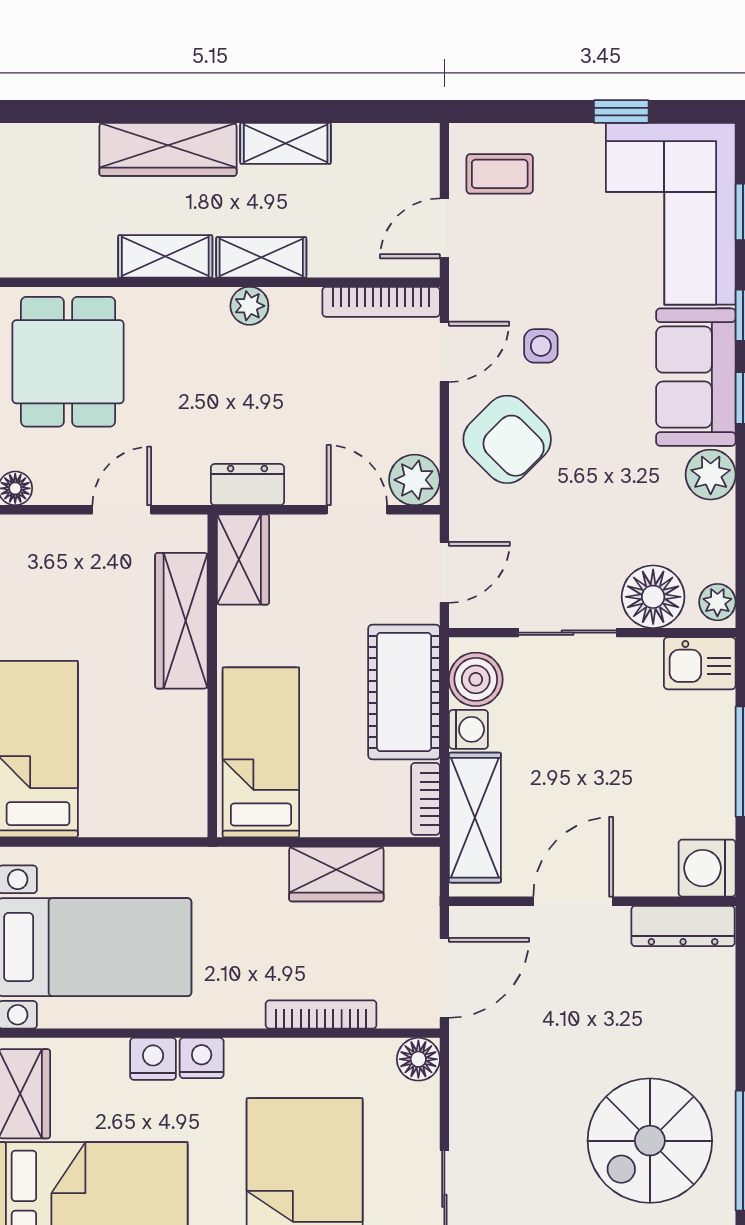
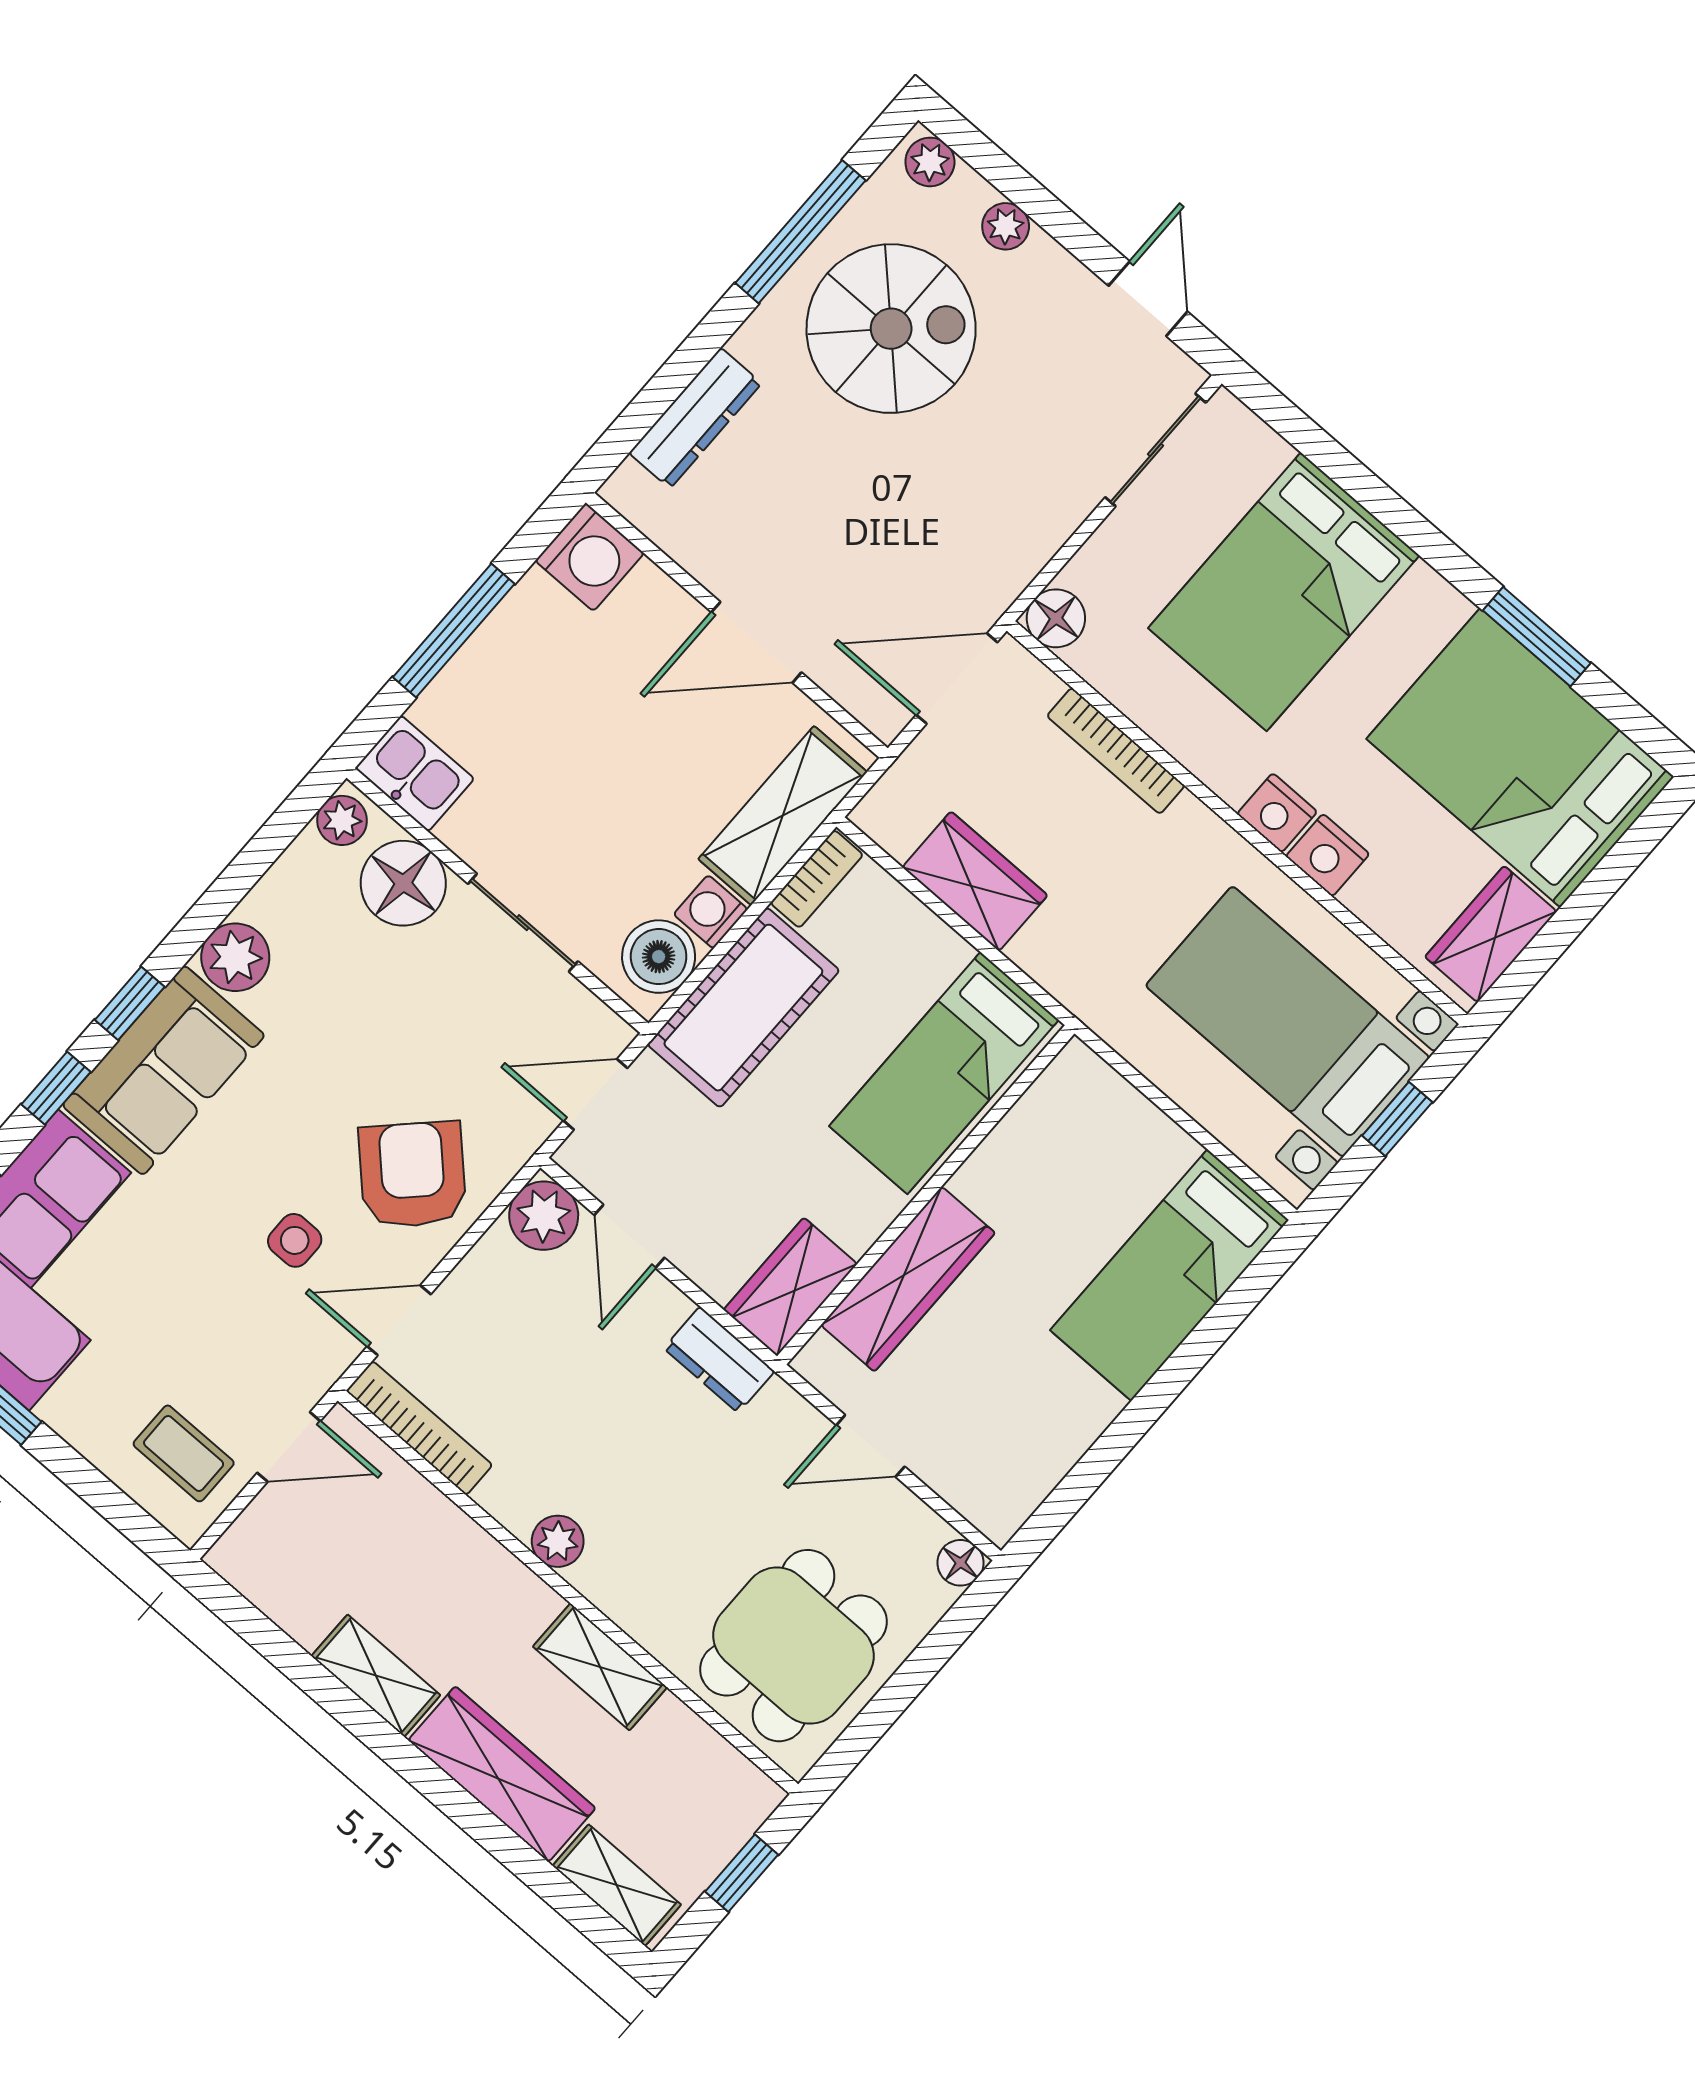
shelving: (261, 257) -> (617, 1885), moved
dresser: (683, 926) -> (695, 418), moved, turned 90

